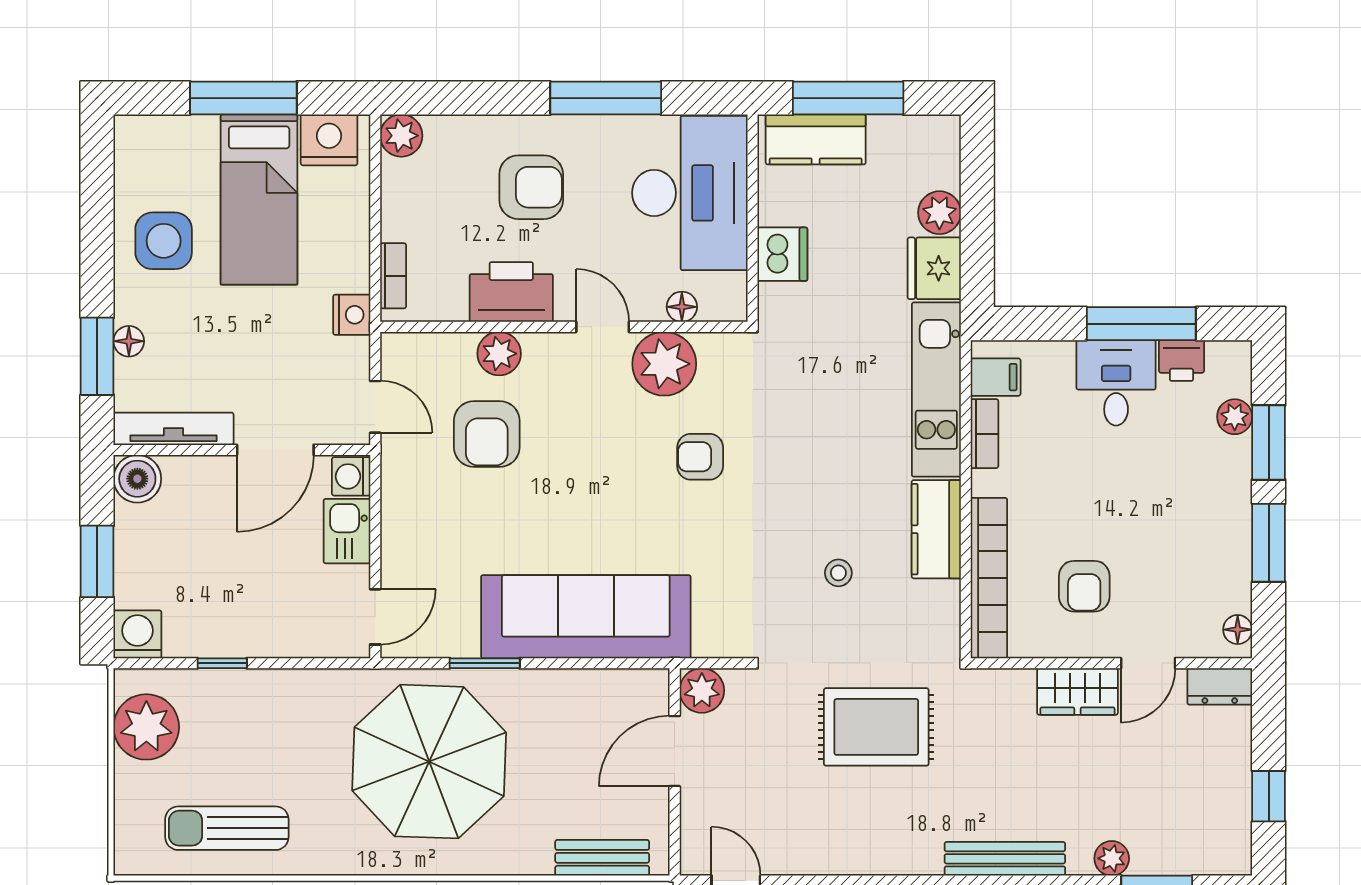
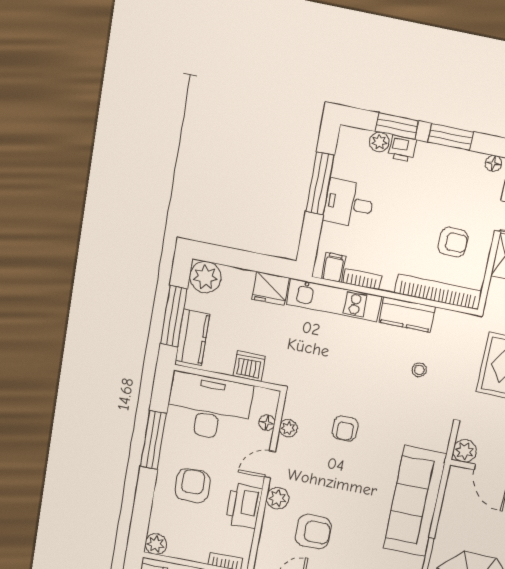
plant: (939, 213) -> (205, 277), moved, width x1.36, depth x1.36
plant: (499, 354) -> (278, 498), moved
printer: (1181, 361) -> (402, 148), moved, turned 90
plant: (664, 364) -> (288, 428), width x0.53, depth x0.53

